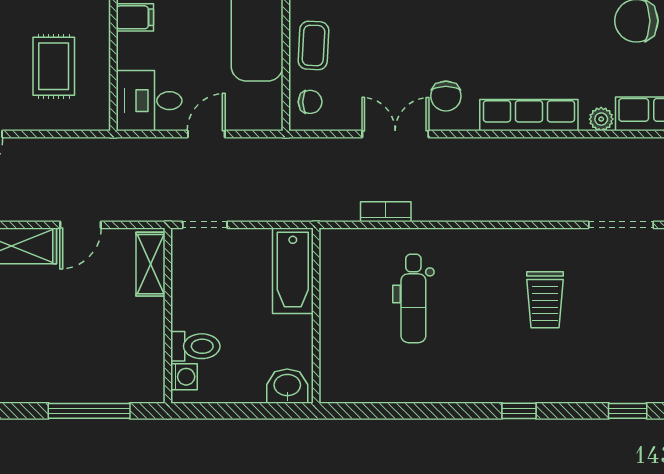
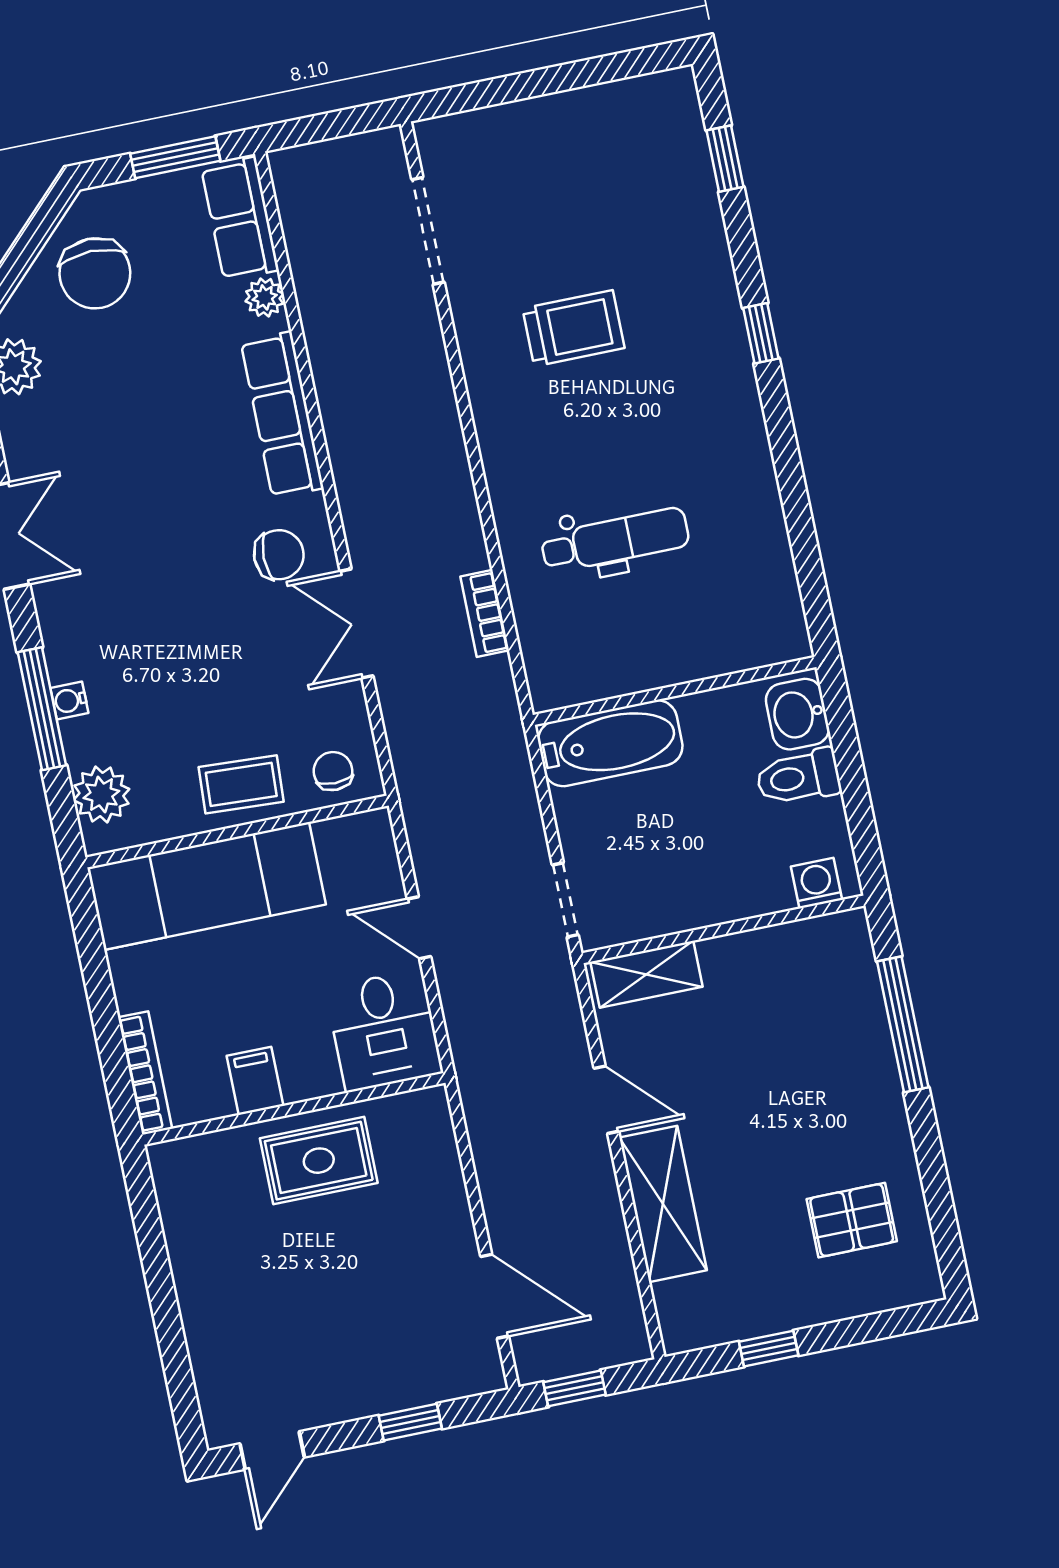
rug: (54, 66) -> (319, 1161), moved
toilet: (195, 346) -> (798, 777), moved, turned -90

